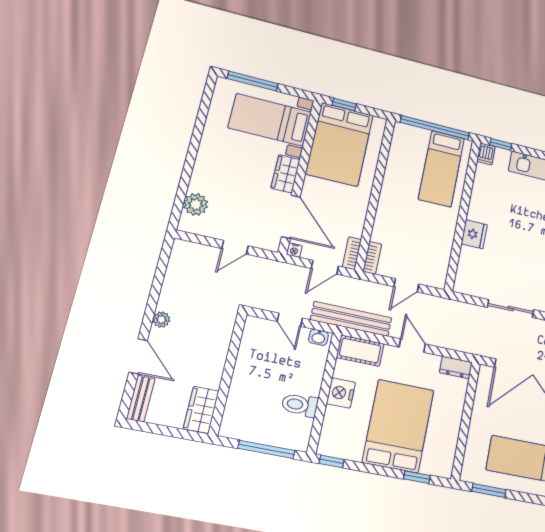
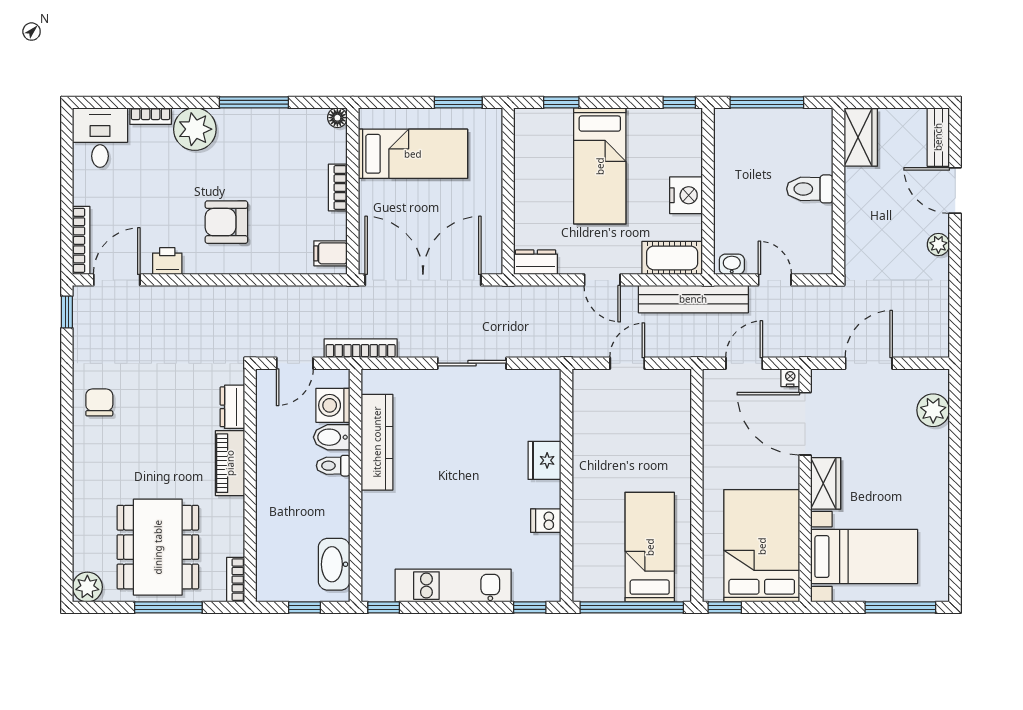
window: (344, 104) -> (725, 607), moved
dishwasher: (486, 154) -> (546, 521), moved, turned -90
bed: (441, 169) -> (650, 547), moved
door: (235, 247) -> (869, 363), width x1.38
bookcase: (352, 253) -> (712, 392), removed
bookcase: (372, 258) -> (682, 392), removed
toilet: (300, 405) -> (810, 189), moved, turned 180
bed: (398, 426) -> (600, 166), width x0.67

